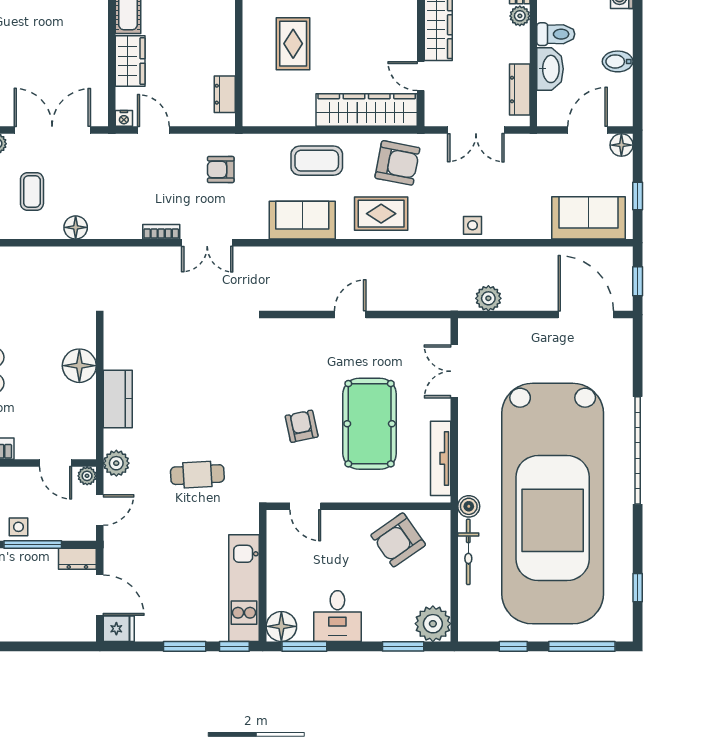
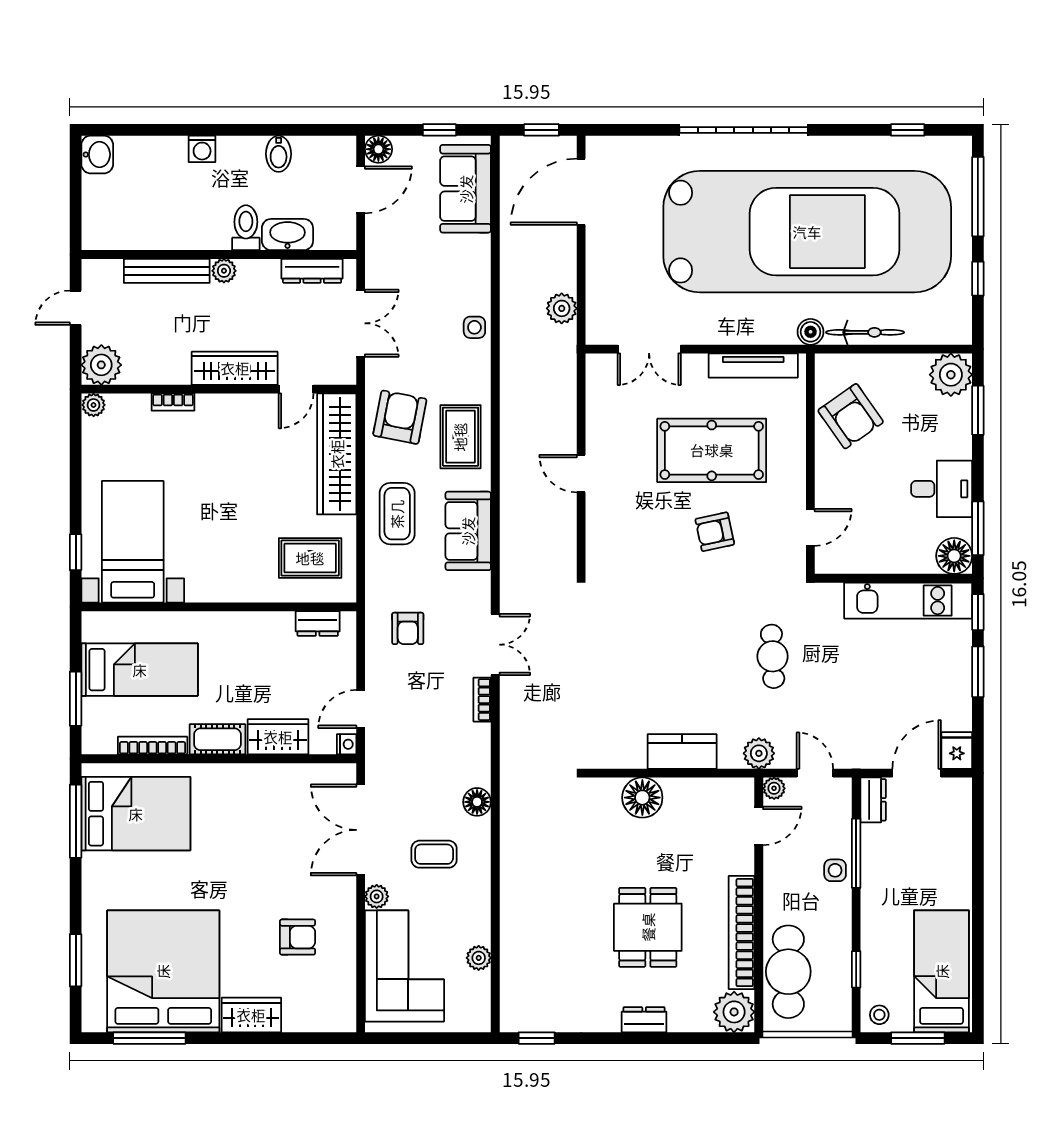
rug: (293, 44) -> (310, 558), moved
door: (588, 130) -> (361, 190), swing flipped

